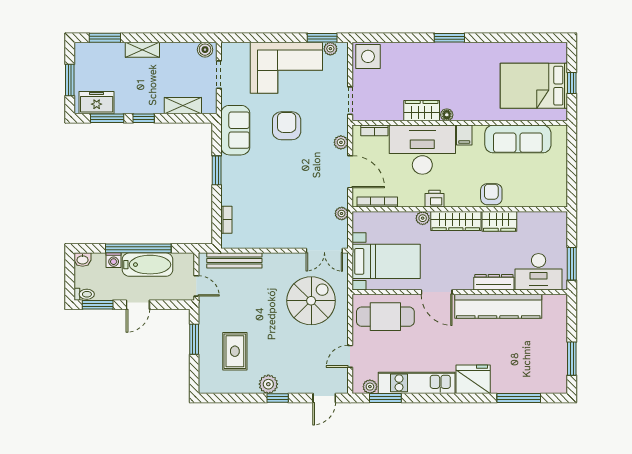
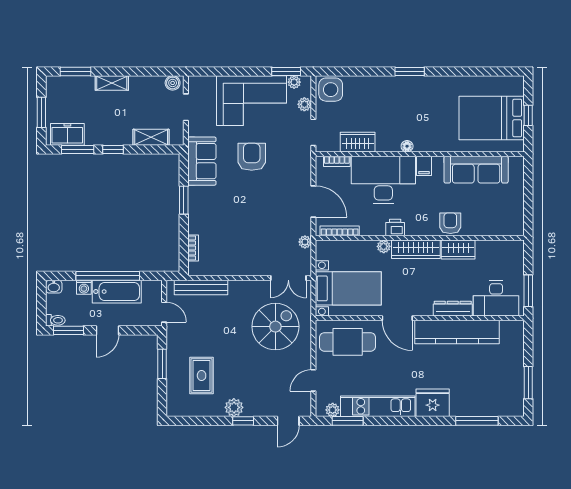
wardrobe: (422, 111) -> (358, 142), moved
plant: (341, 142) -> (304, 104), moved

